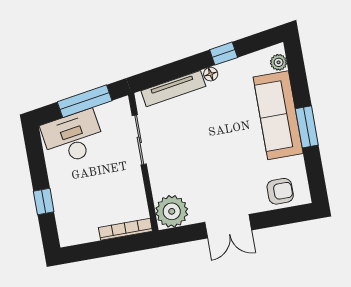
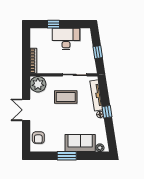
window: (224, 54) -> (107, 112), moved
window: (85, 101) -> (98, 52), width x0.46
sofa: (278, 115) -> (80, 143), width x0.73
desk: (73, 137) -> (66, 39), moved, turned -81
coffee table: (188, 150) -> (66, 97), added

